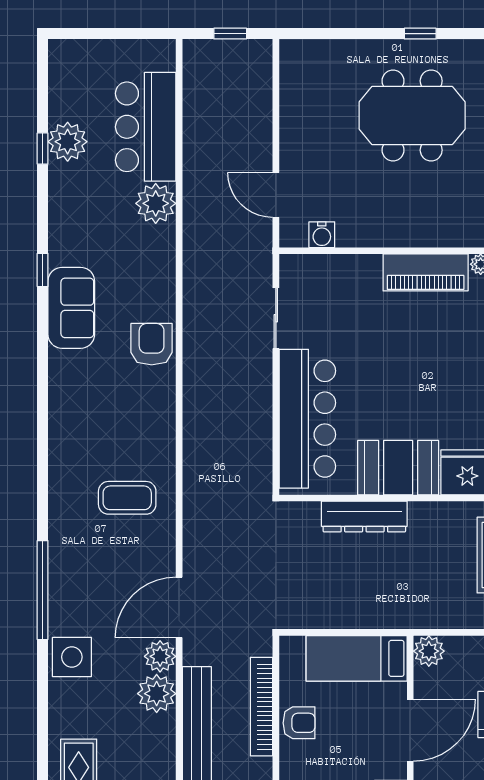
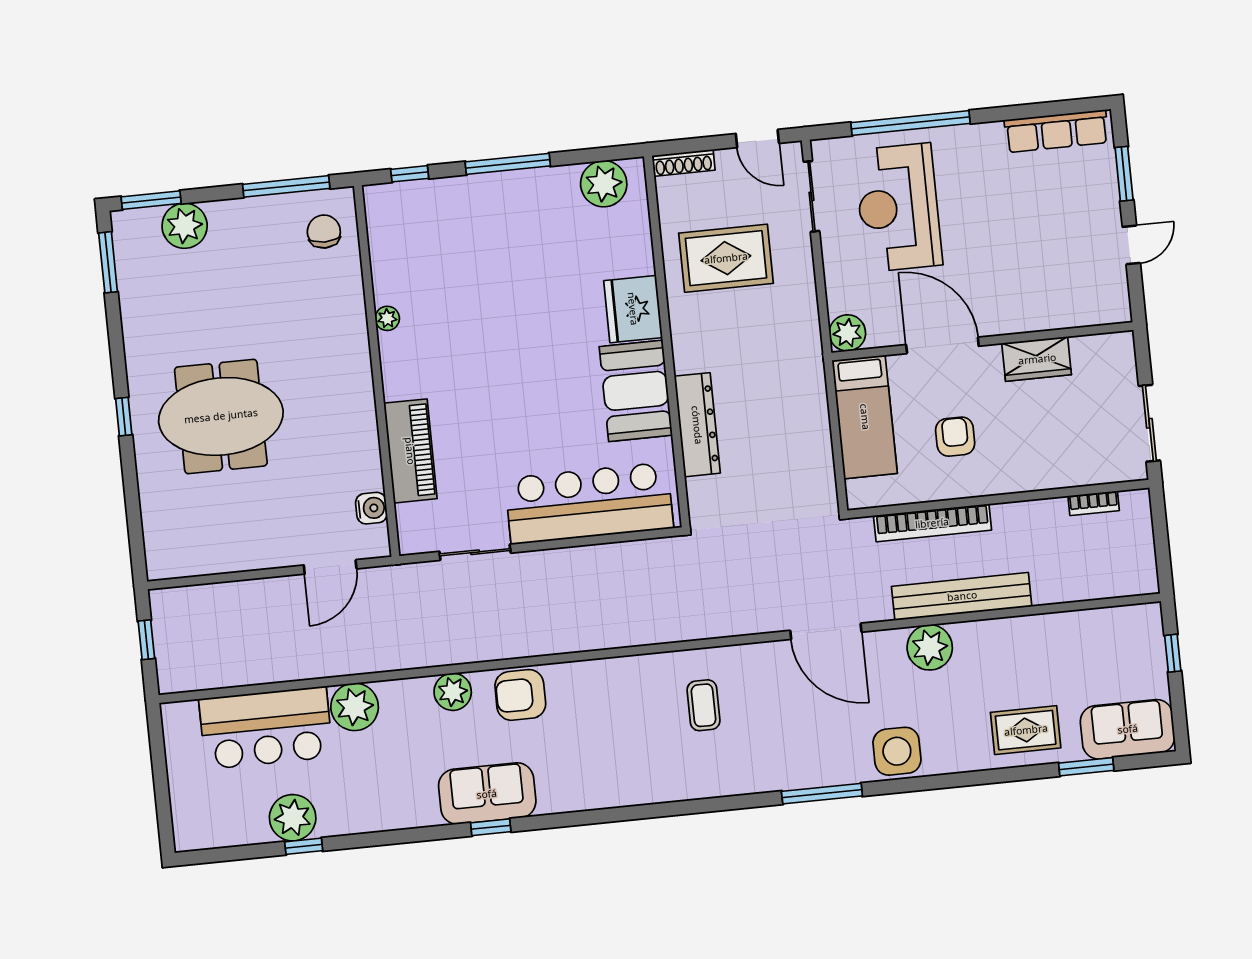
meeting table: (412, 116) -> (221, 416), turned 90
window: (43, 270) -> (491, 827), moved
piano: (426, 272) -> (410, 451), moved
coffee table: (127, 498) -> (704, 705), width x0.73, depth x0.77
window: (43, 590) -> (822, 794), width x0.68
plant: (160, 656) -> (453, 692), moved
armchair: (299, 723) -> (955, 437), moved

